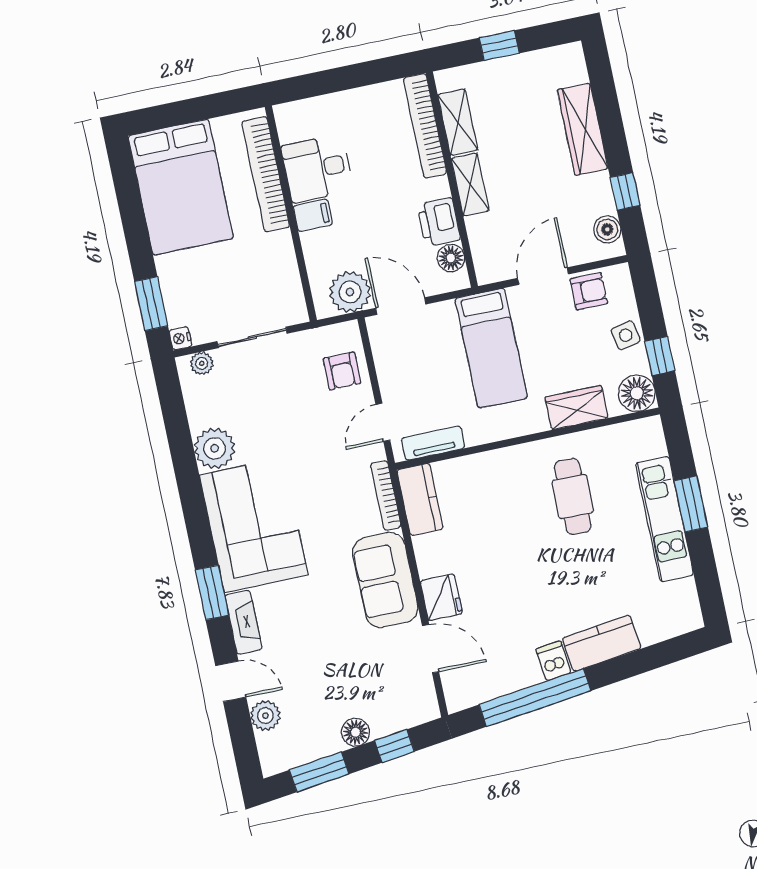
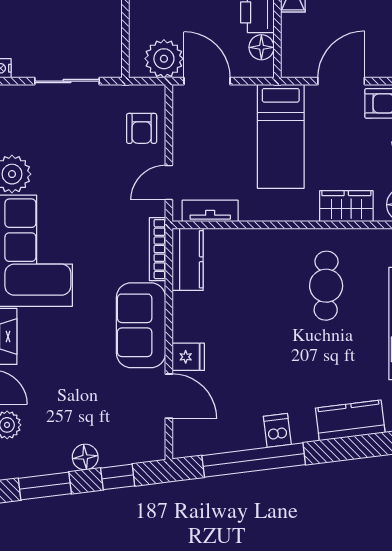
plant: (202, 363) -> (17, 95), removed
fridge: (441, 597) -> (188, 357), width x0.72
kitchen counter: (602, 643) -> (350, 420), moved

